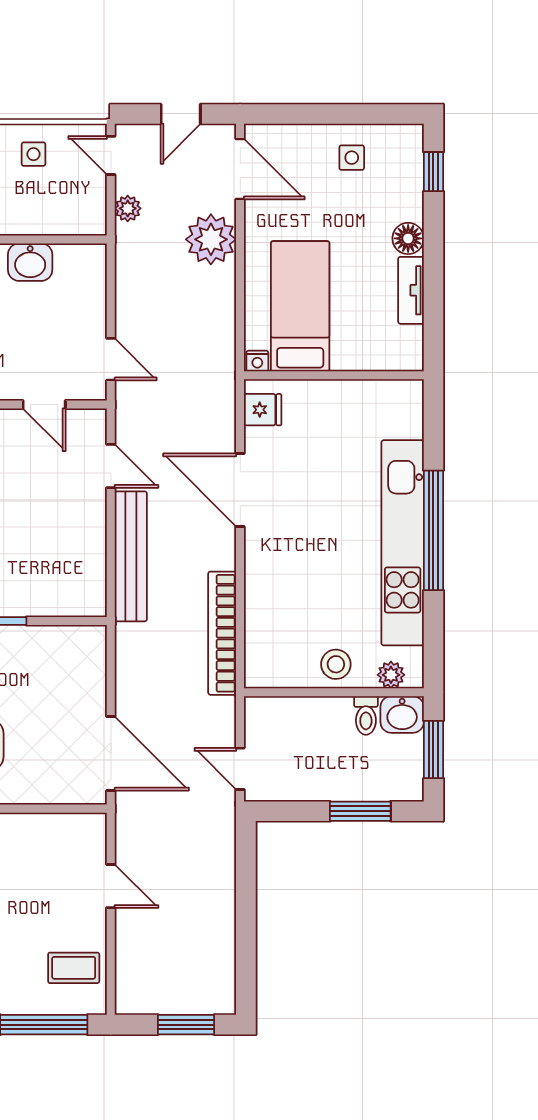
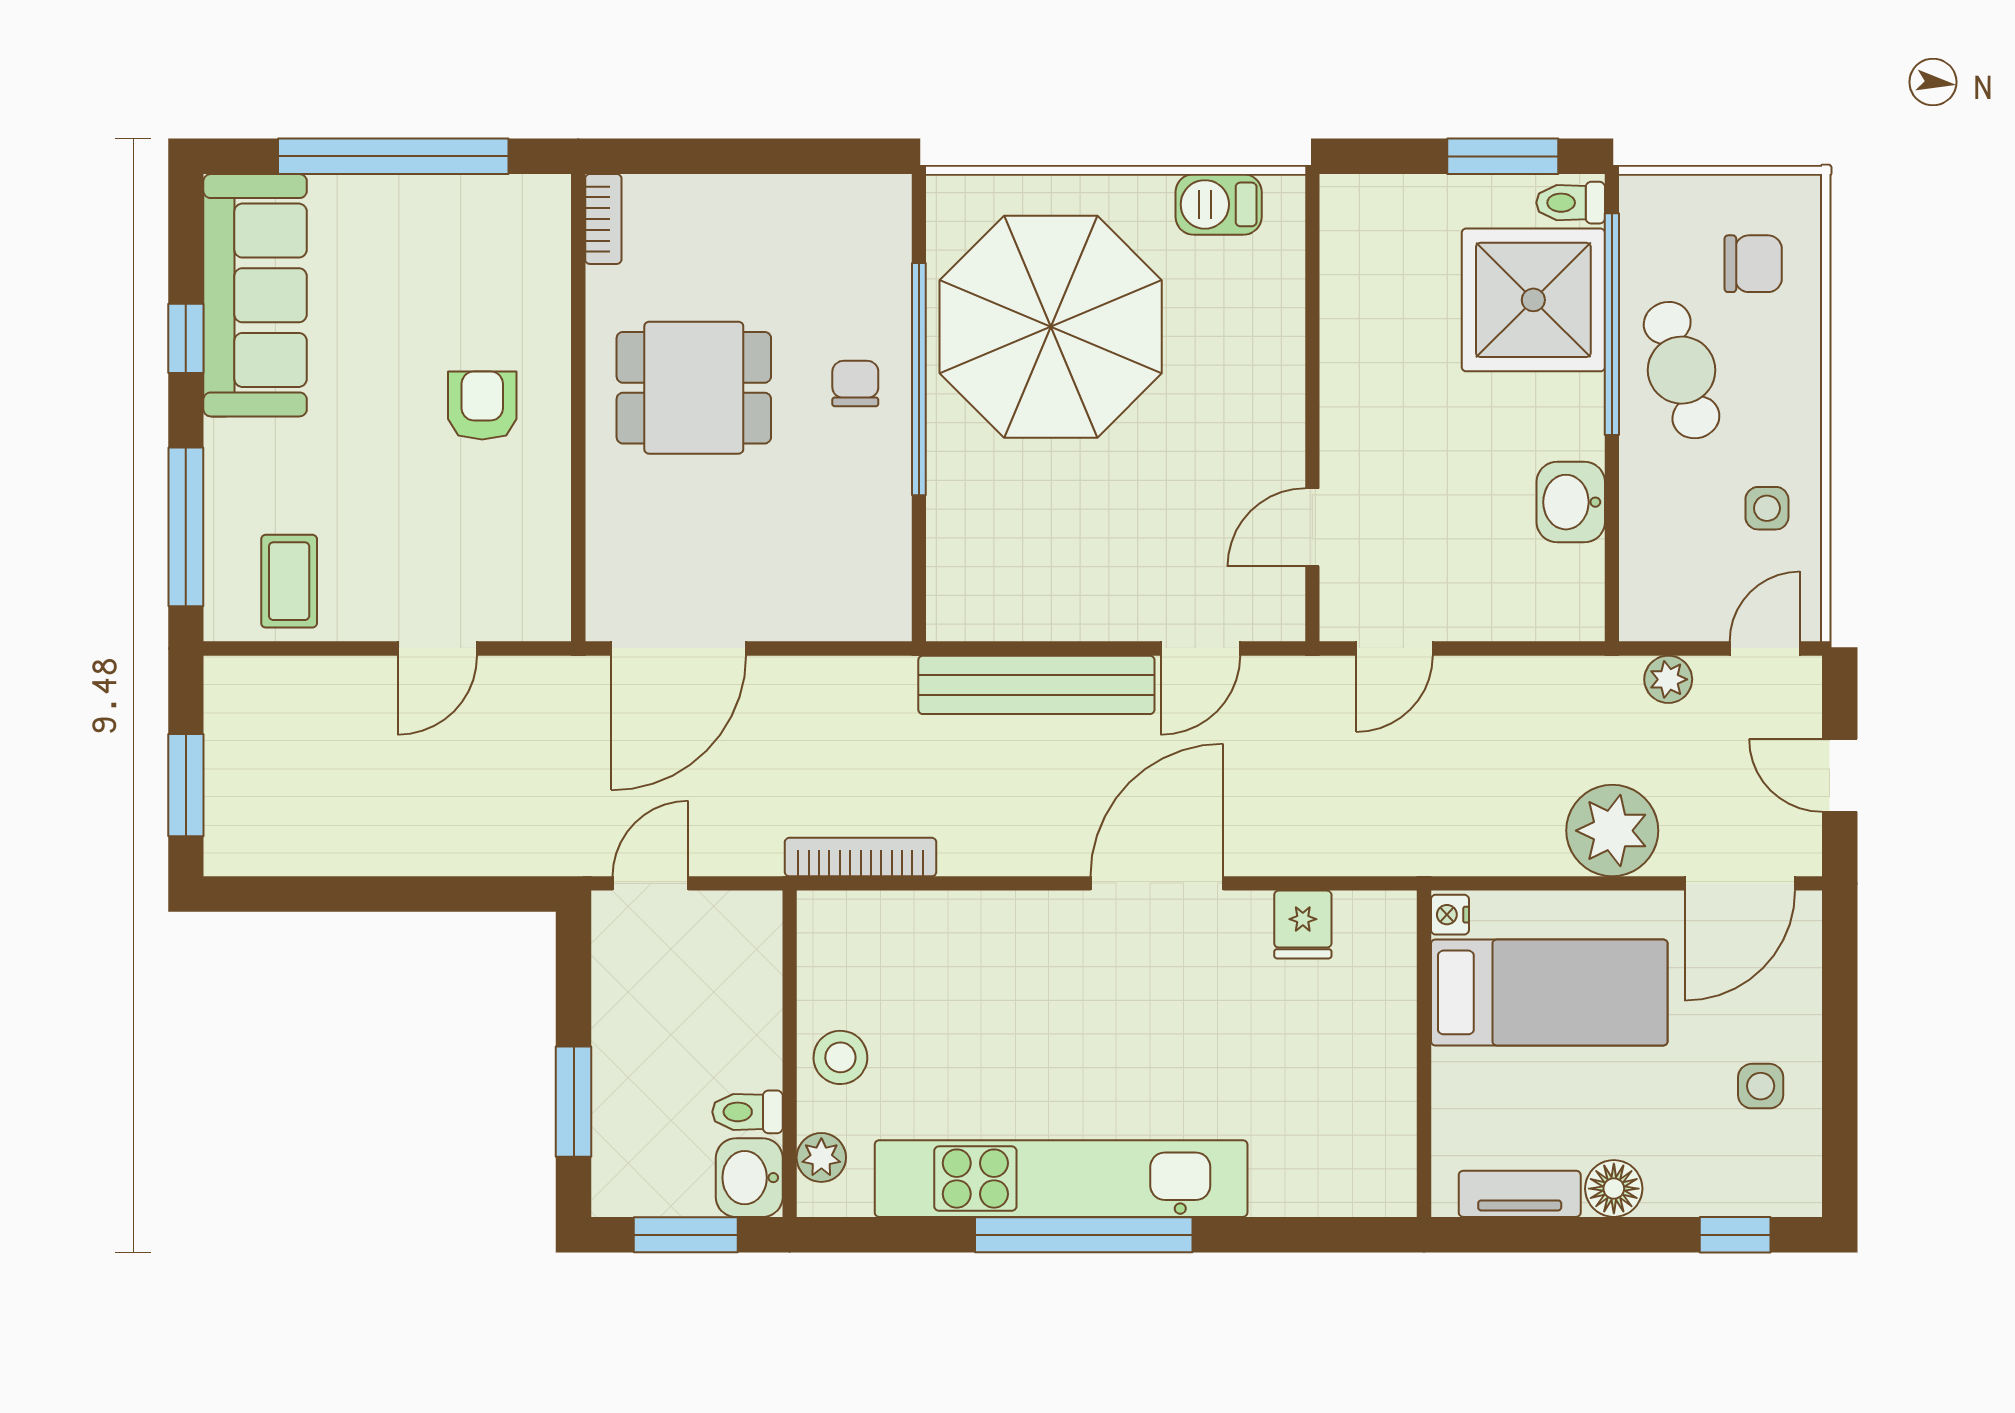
bed: (300, 306) -> (1549, 992), moved
nightstand: (257, 361) -> (1450, 915), moved
wall: (334, 375) -> (1424, 1054), moved
bookcase: (222, 633) -> (861, 857), width x0.68, depth x0.76

